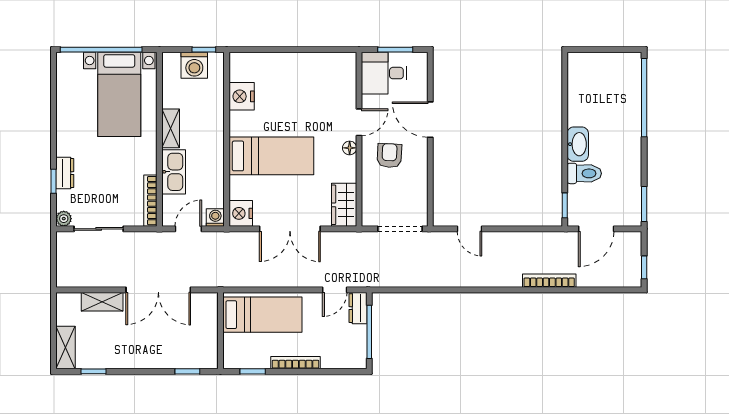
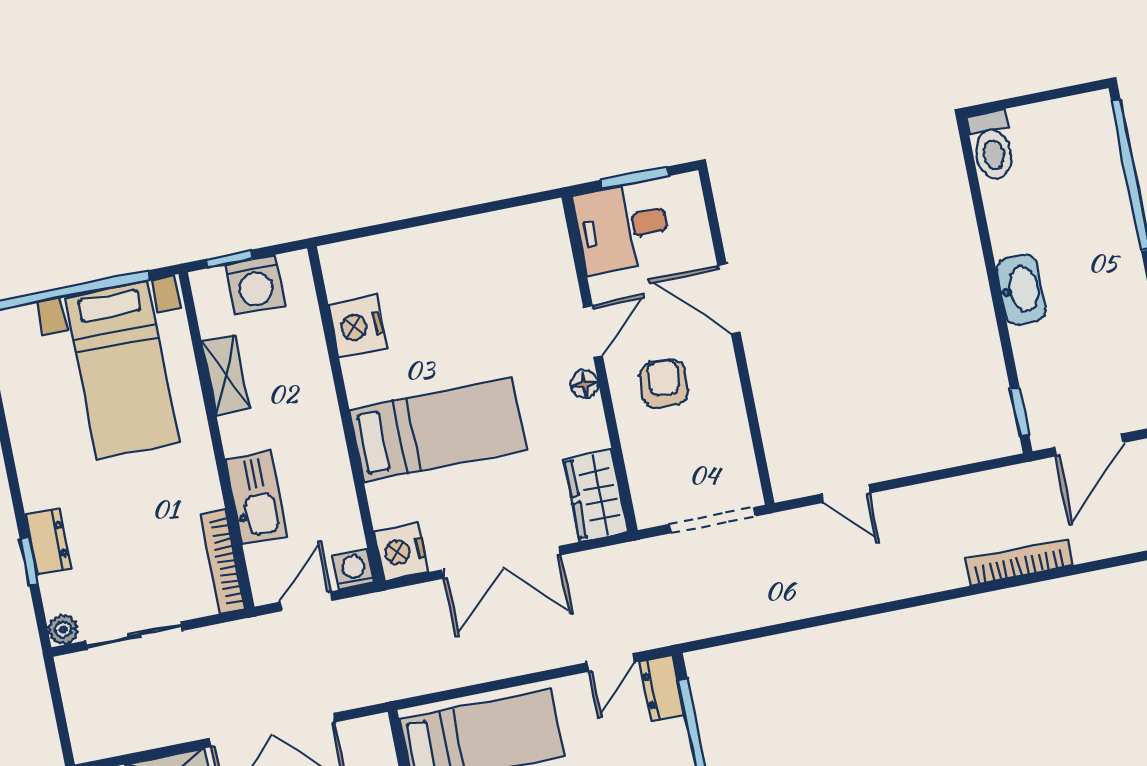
window: (204, 50) -> (229, 259), moved
shelving: (171, 128) -> (226, 375), moved
toilet: (584, 173) -> (992, 146), moved, turned 90

